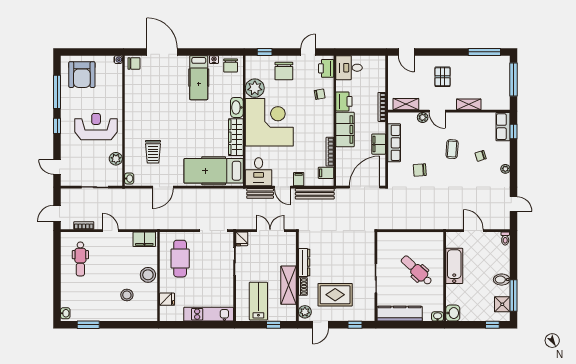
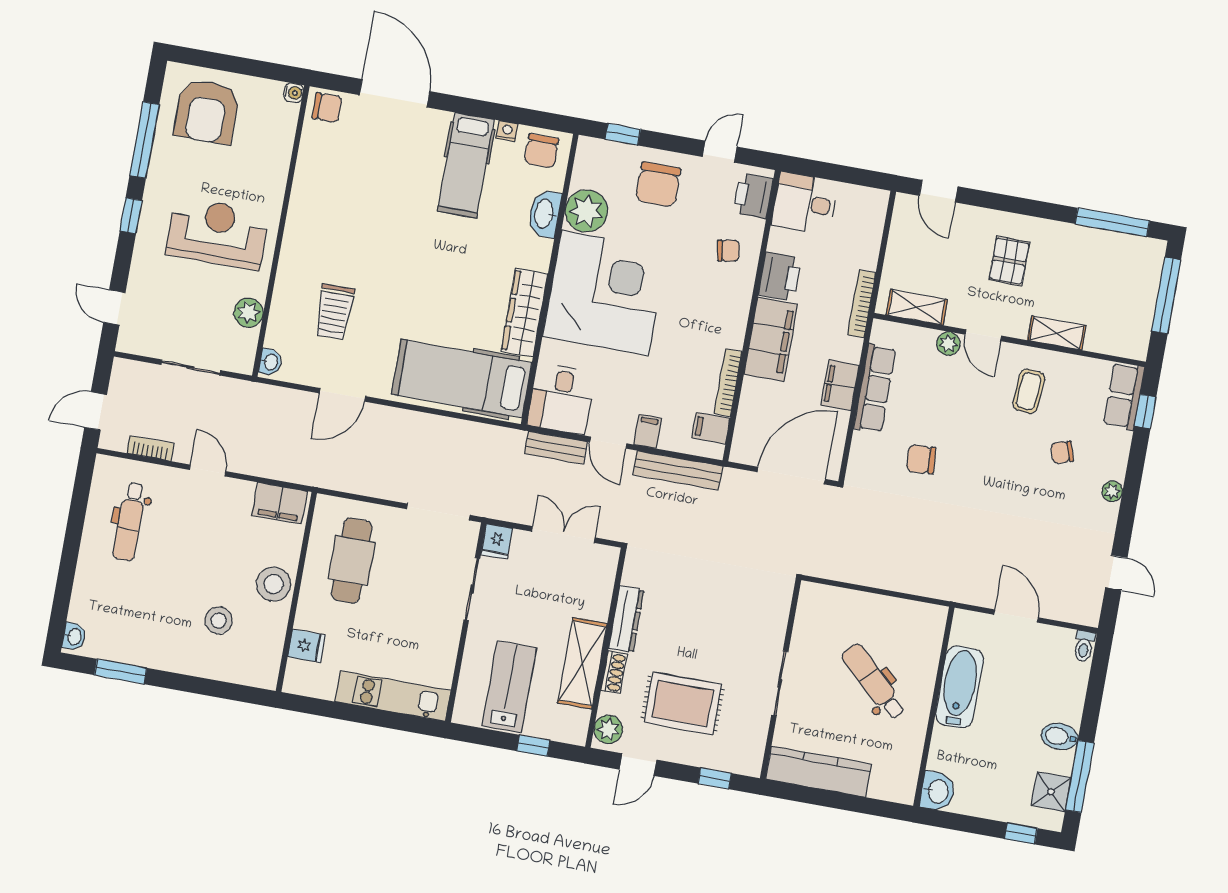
washbasin: (237, 107) -> (545, 214), moved
coffee table: (452, 149) -> (1029, 391), moved
washbasin: (438, 316) -> (902, 793), removed

